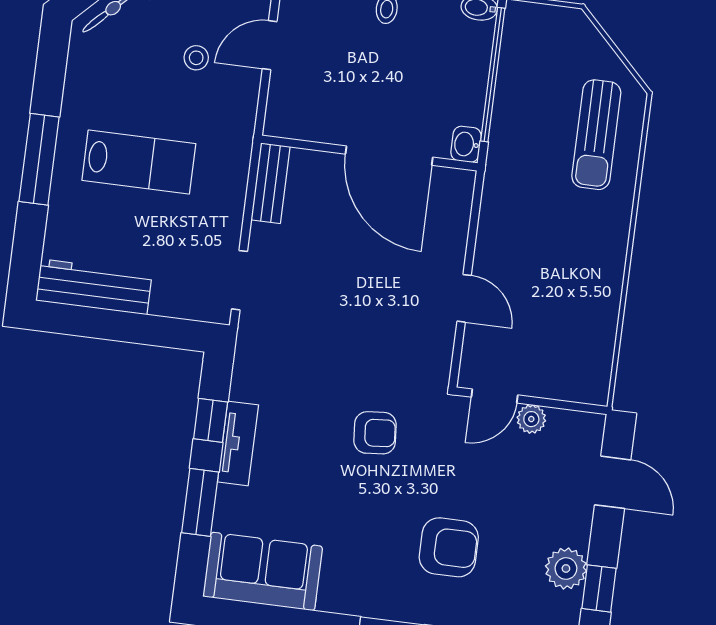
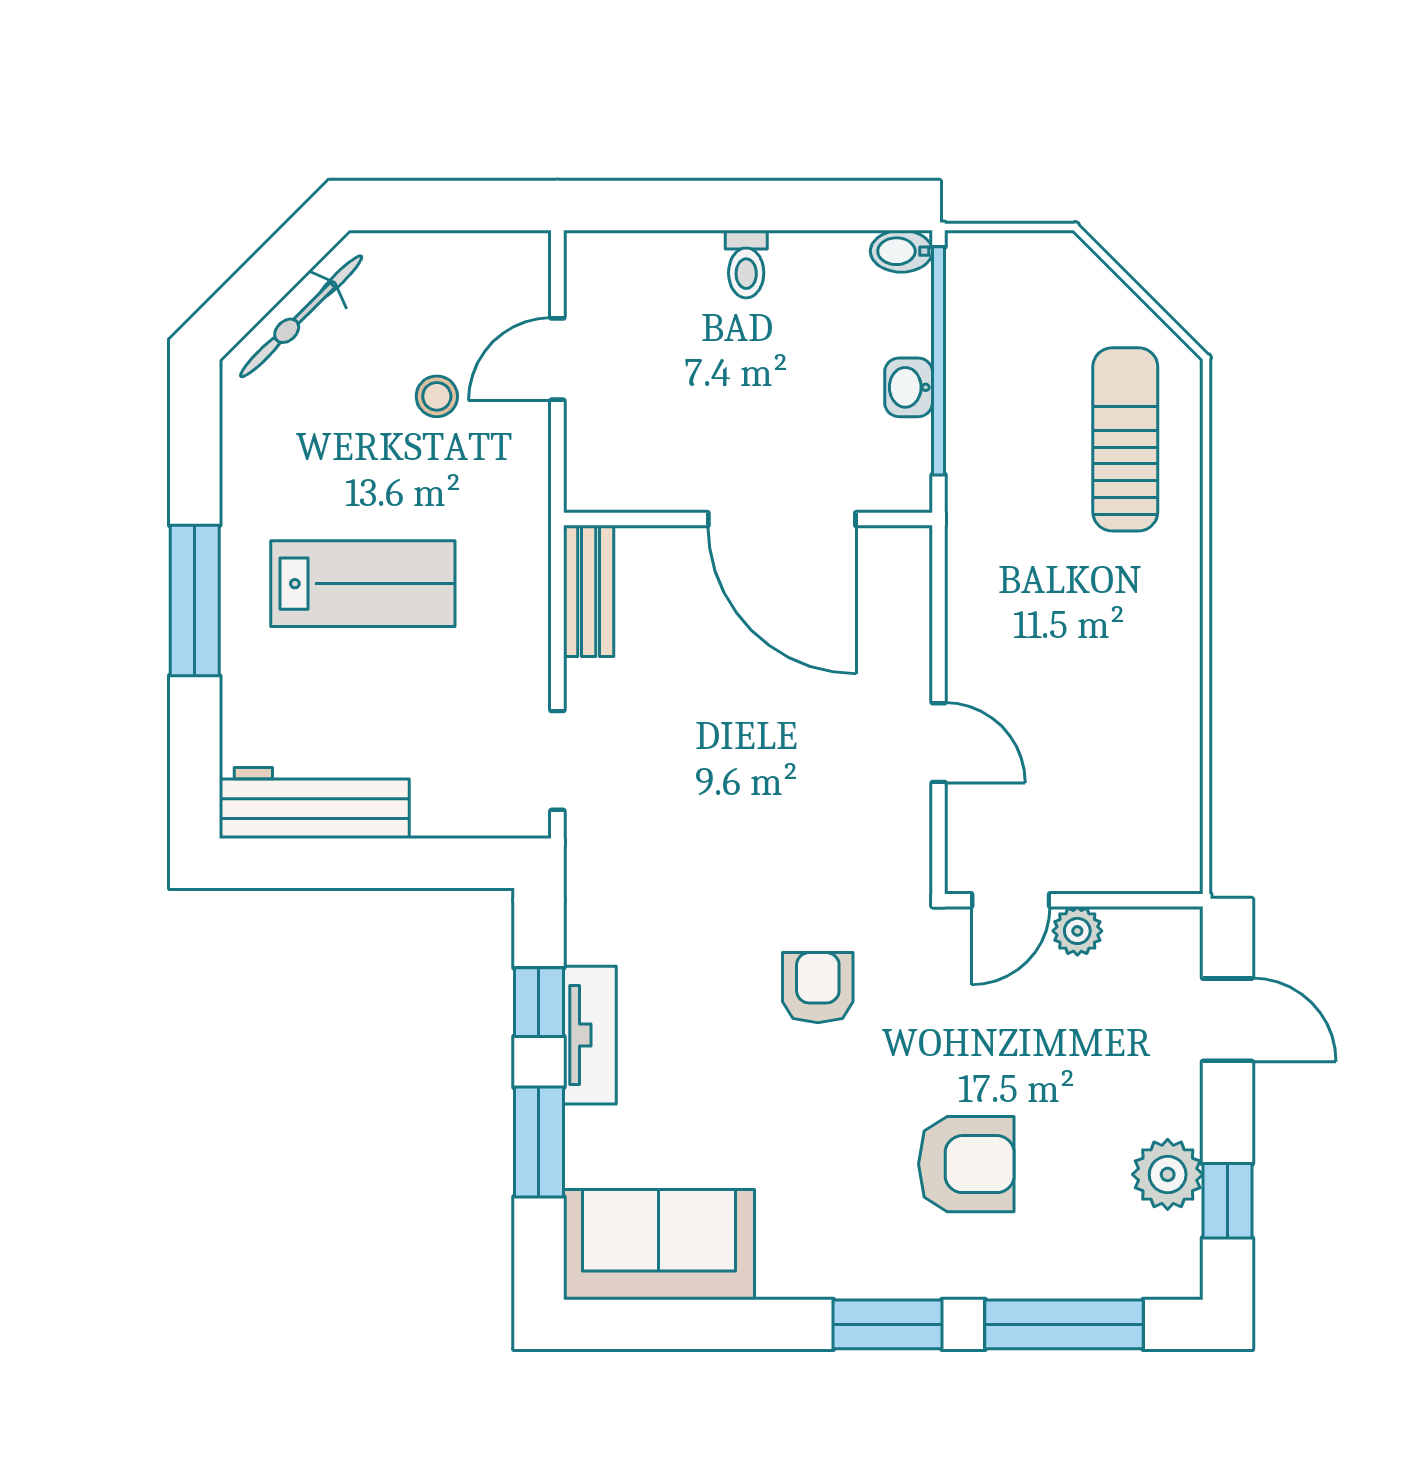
sun lounger: (596, 135) -> (1125, 439), turned 180
washbasin: (466, 144) -> (909, 387), moved
armchair: (375, 433) -> (818, 988), turned -85

